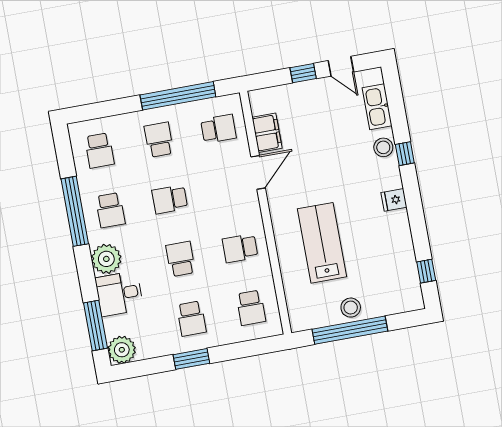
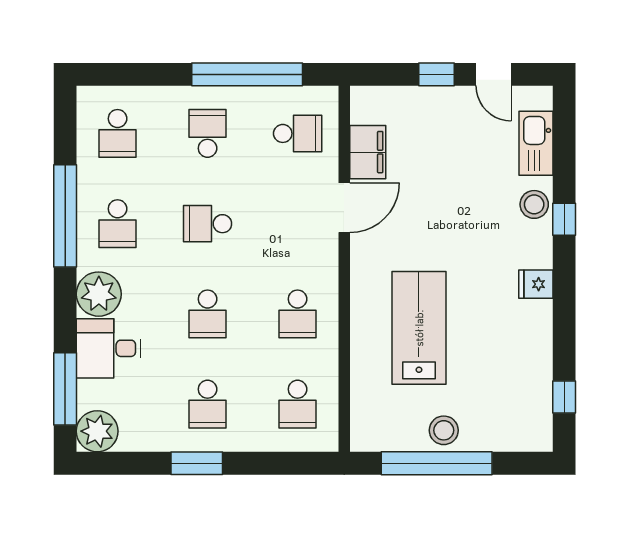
school desk: (240, 248) -> (298, 314), turned -90
school desk: (181, 259) -> (208, 314), turned 180

